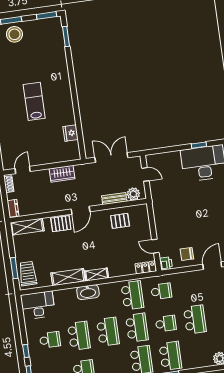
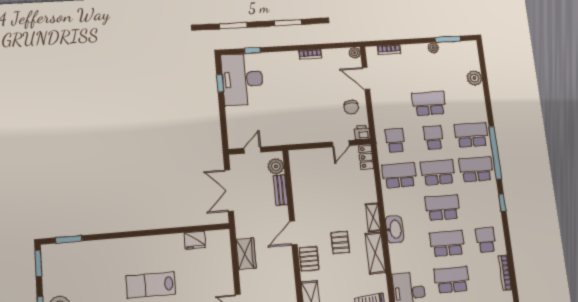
door: (80, 210) -> (293, 233), swing flipped
pallet: (120, 221) -> (340, 243), moved
school desk: (50, 340) -> (452, 280), width x1.85

